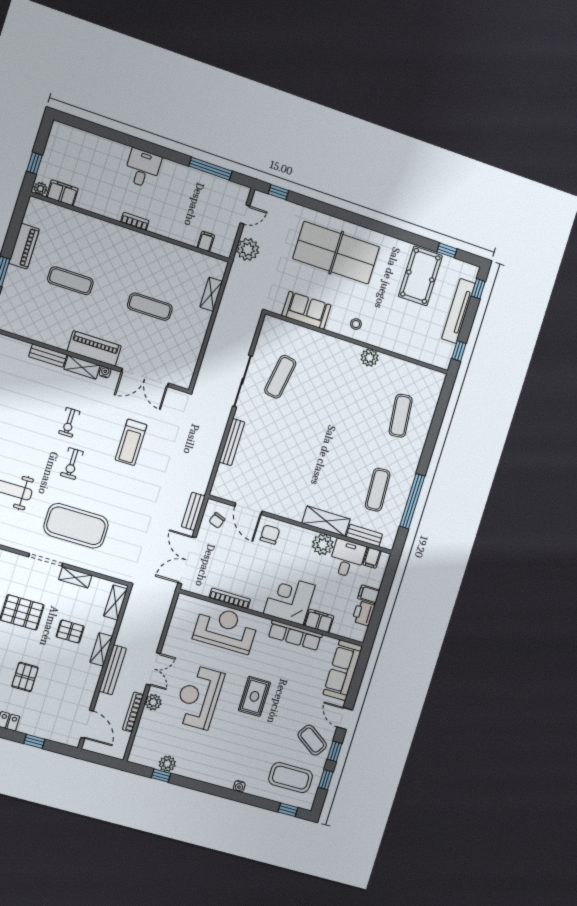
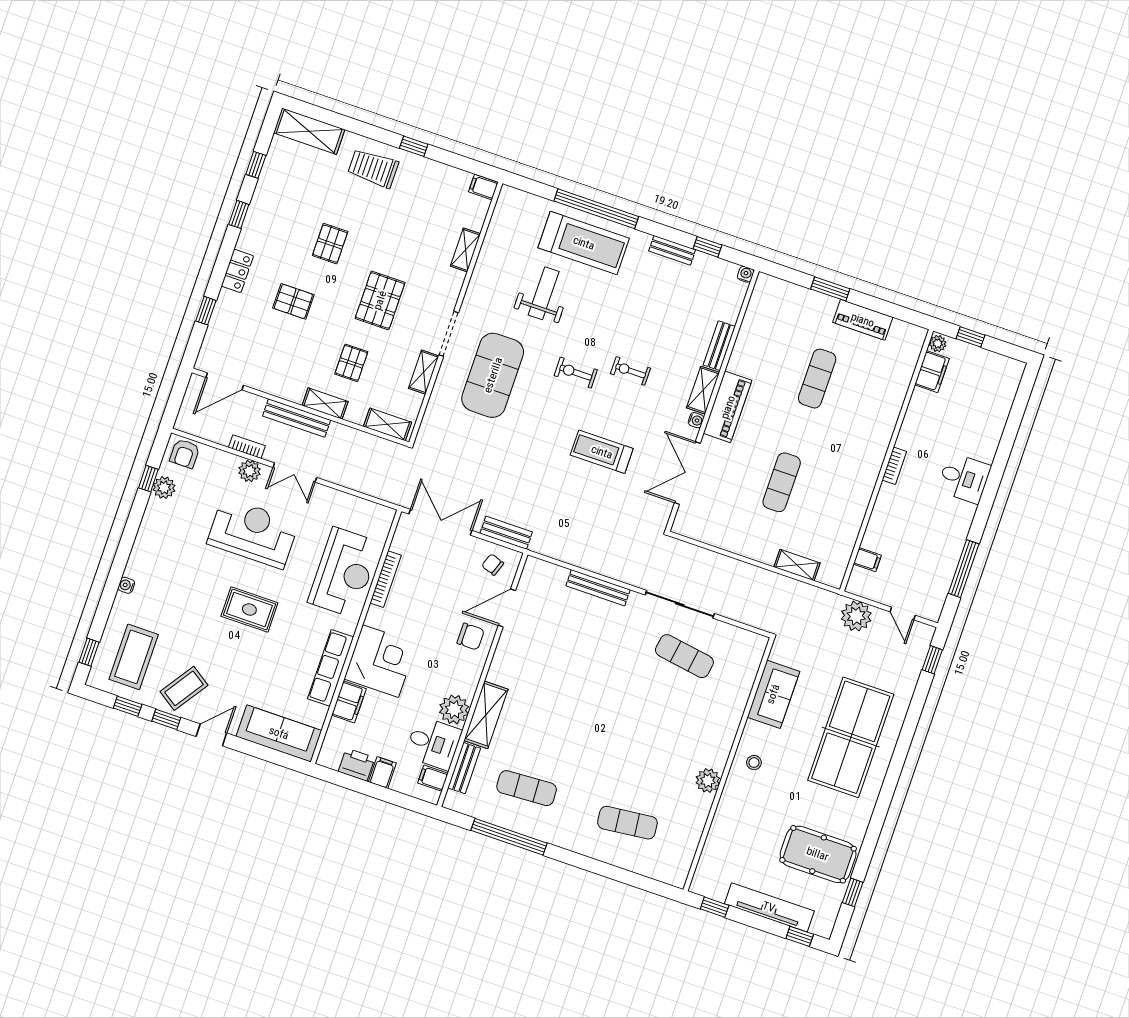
bookcase: (133, 712) -> (247, 447), width x0.64
armchair: (142, 750) -> (185, 454), added

